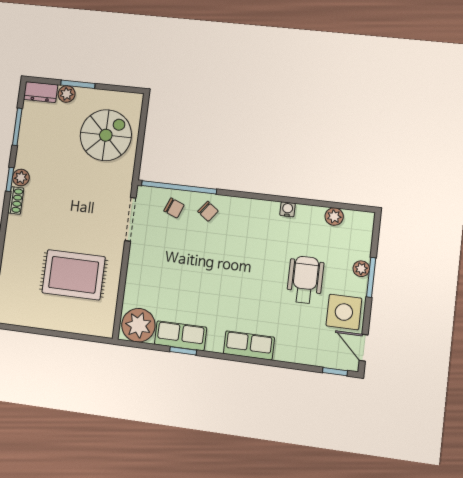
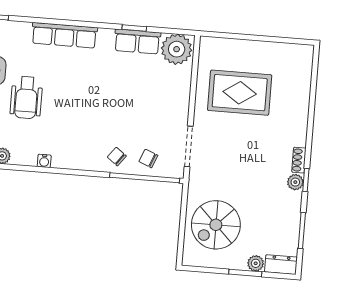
row of seats: (249, 345) -> (64, 35), width x1.48

